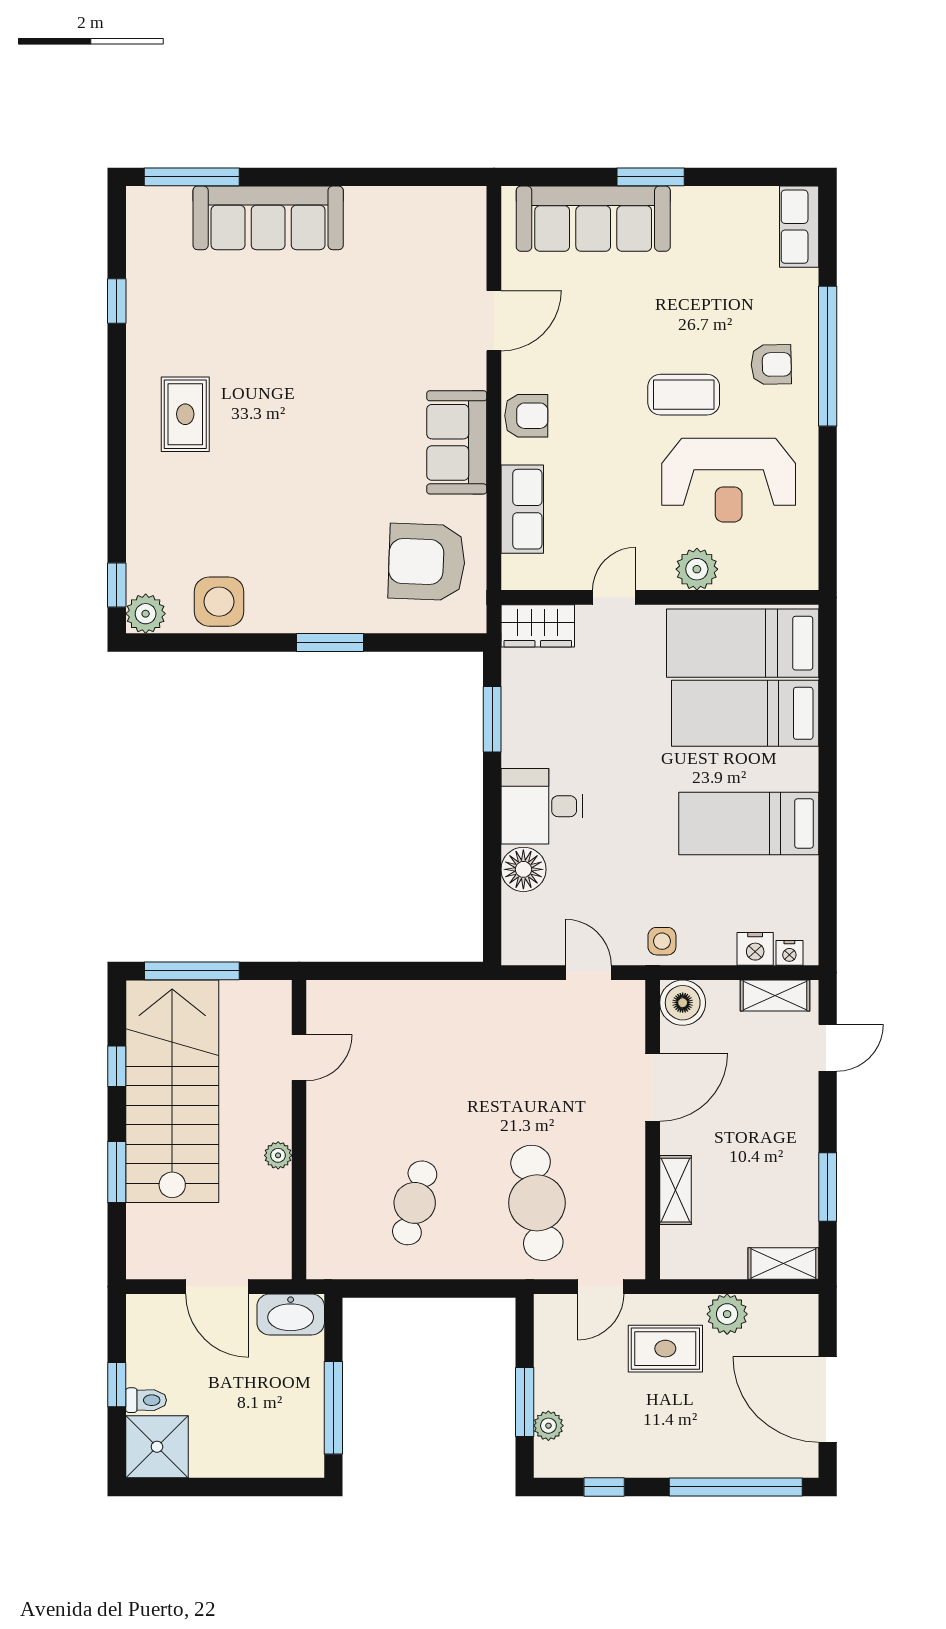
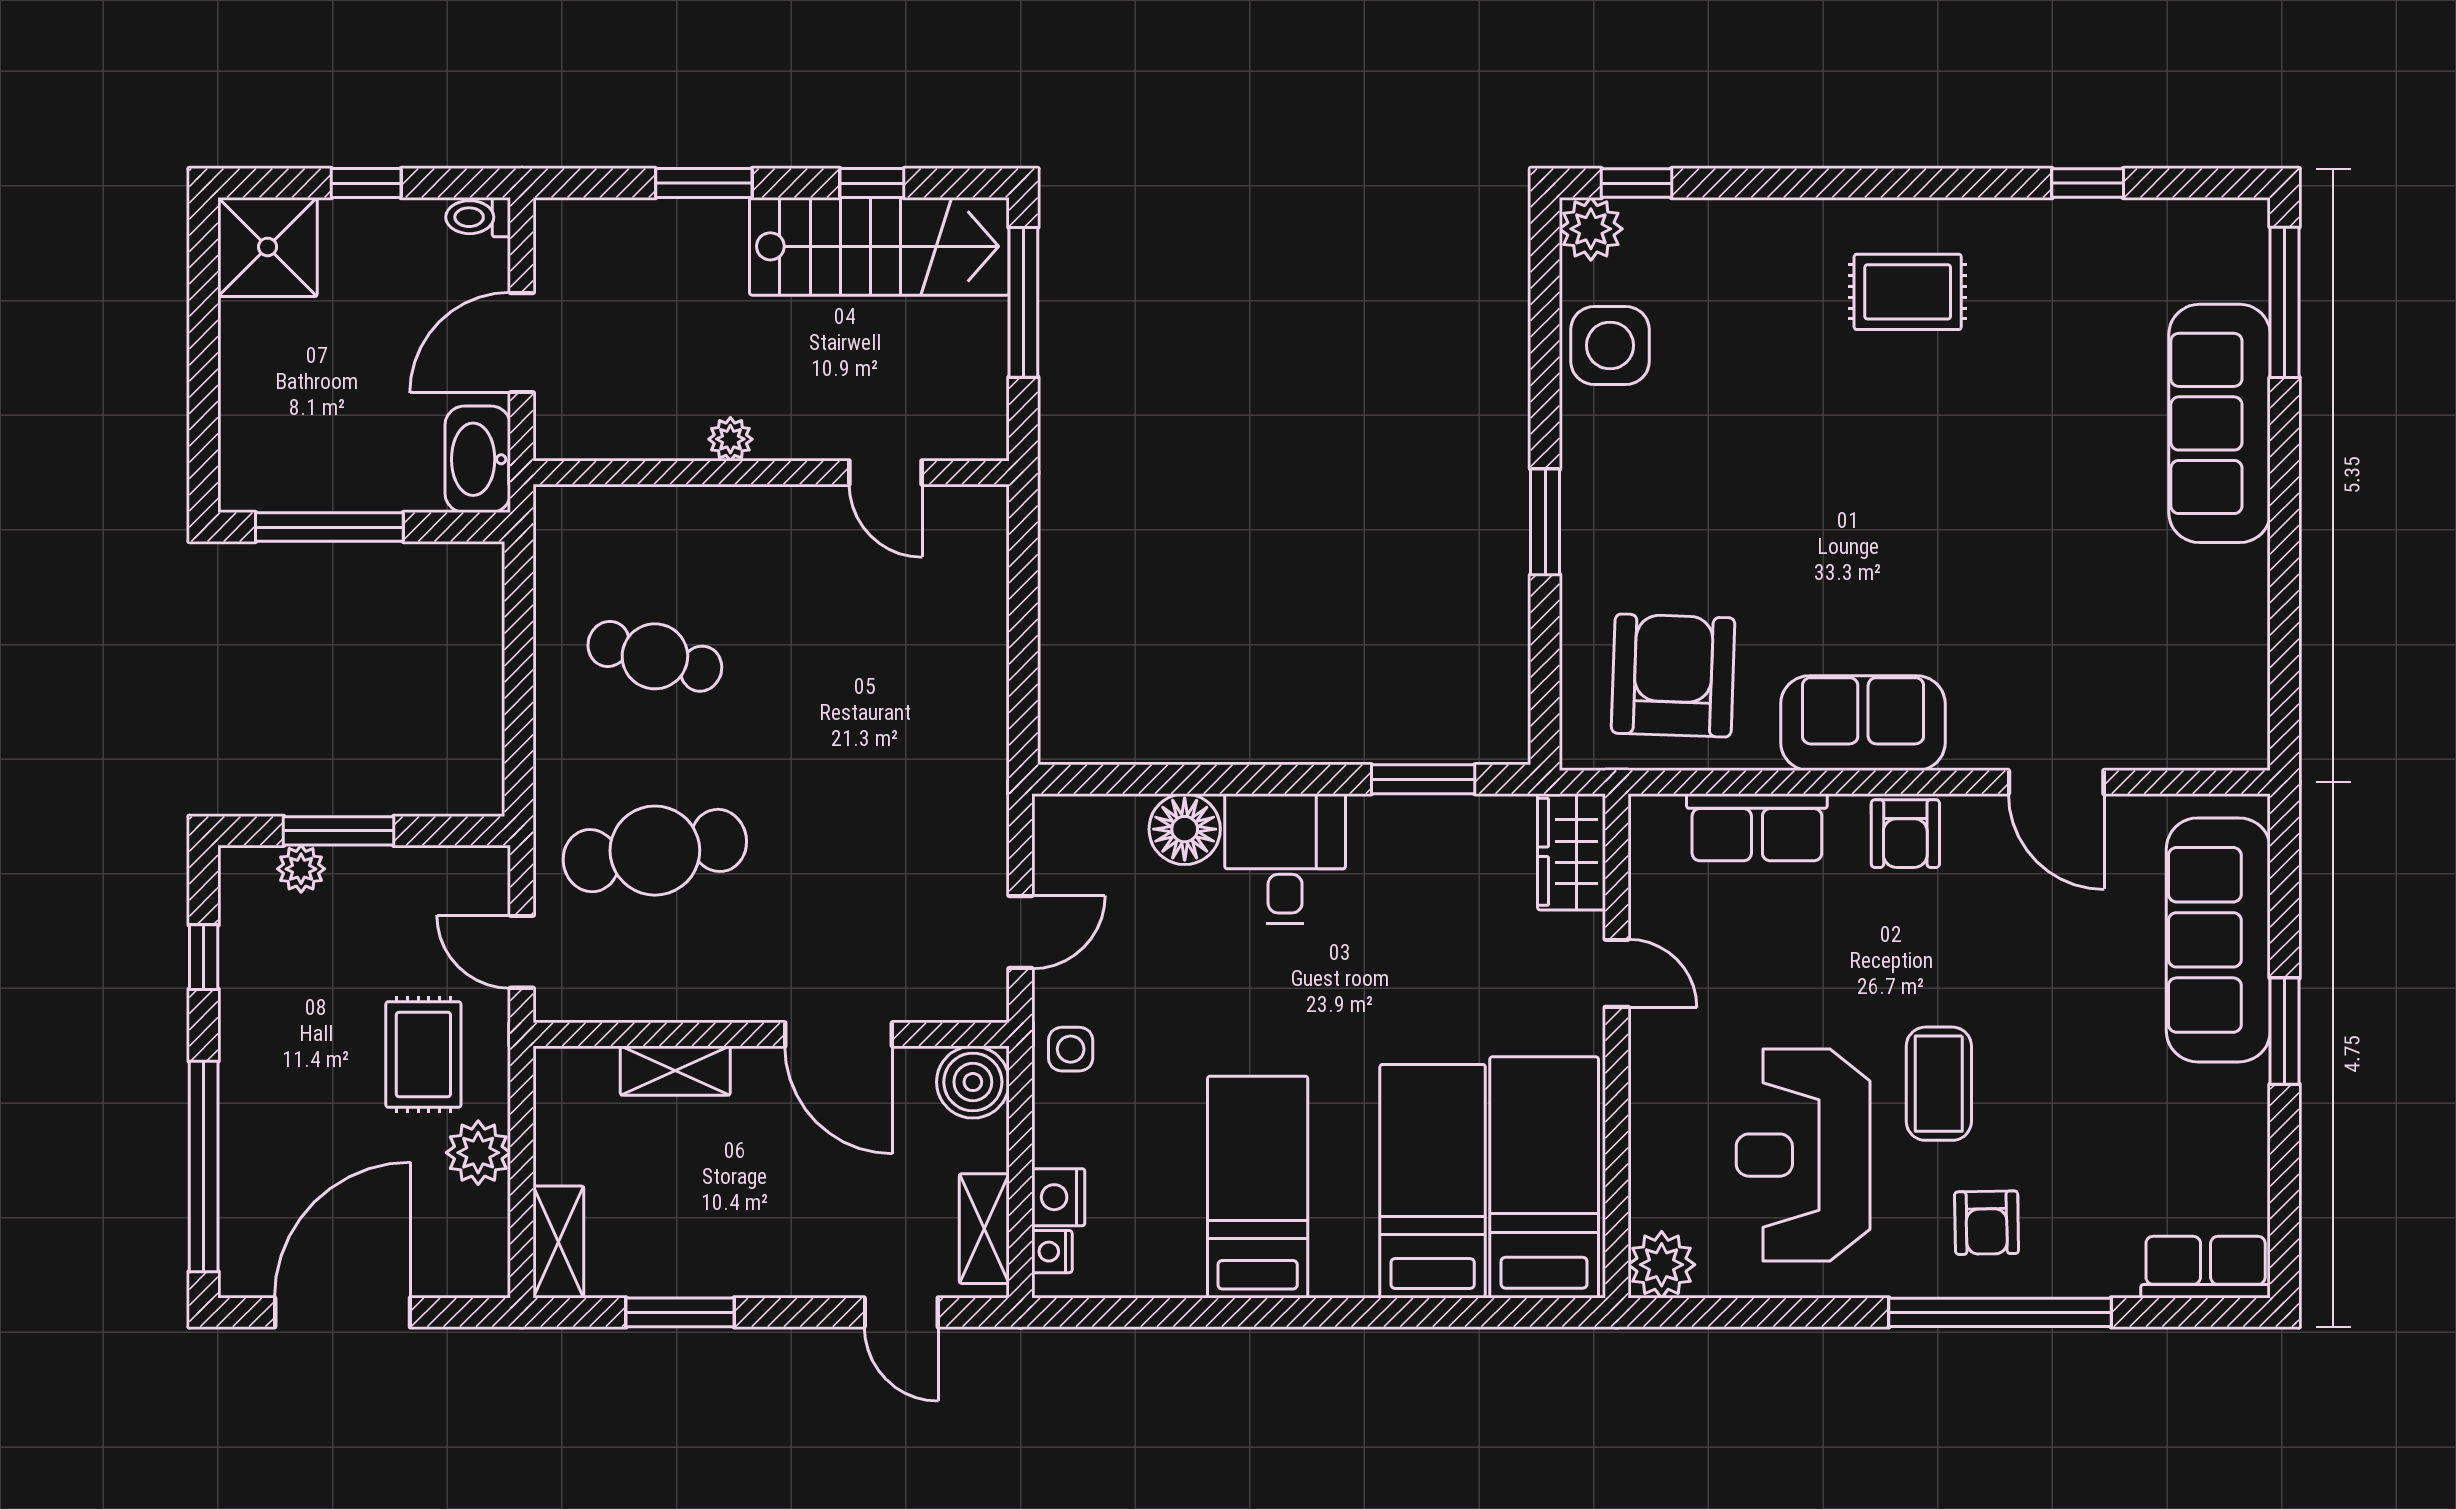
plant: (697, 569) -> (1662, 1265), moved
stairs: (172, 1091) -> (879, 246), width x0.73, depth x0.66
toilet: (146, 1400) -> (478, 217), moved, turned 90

